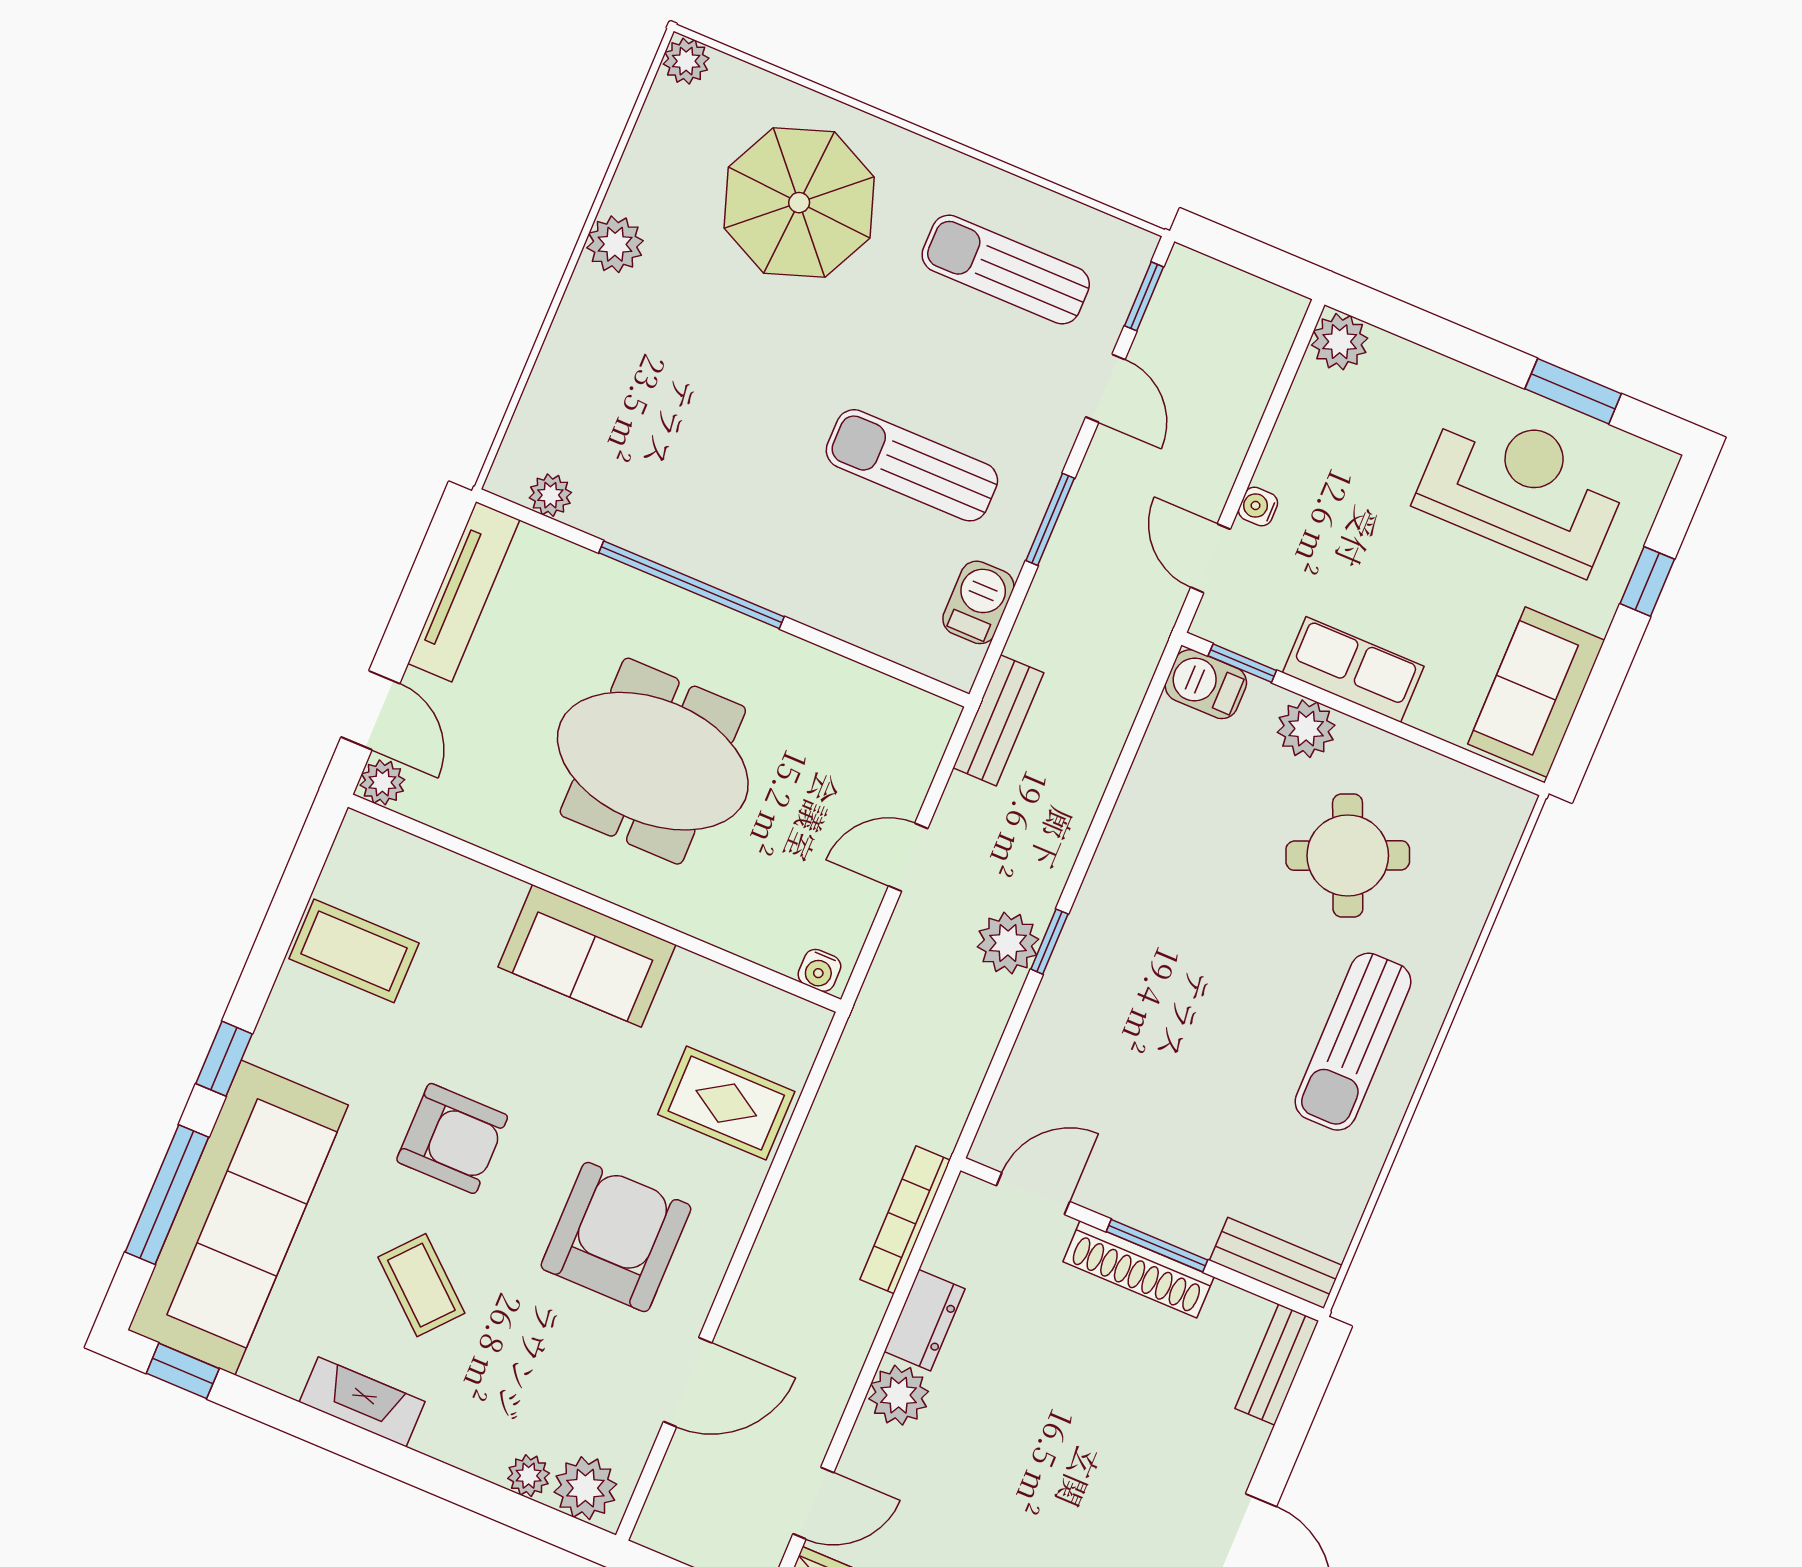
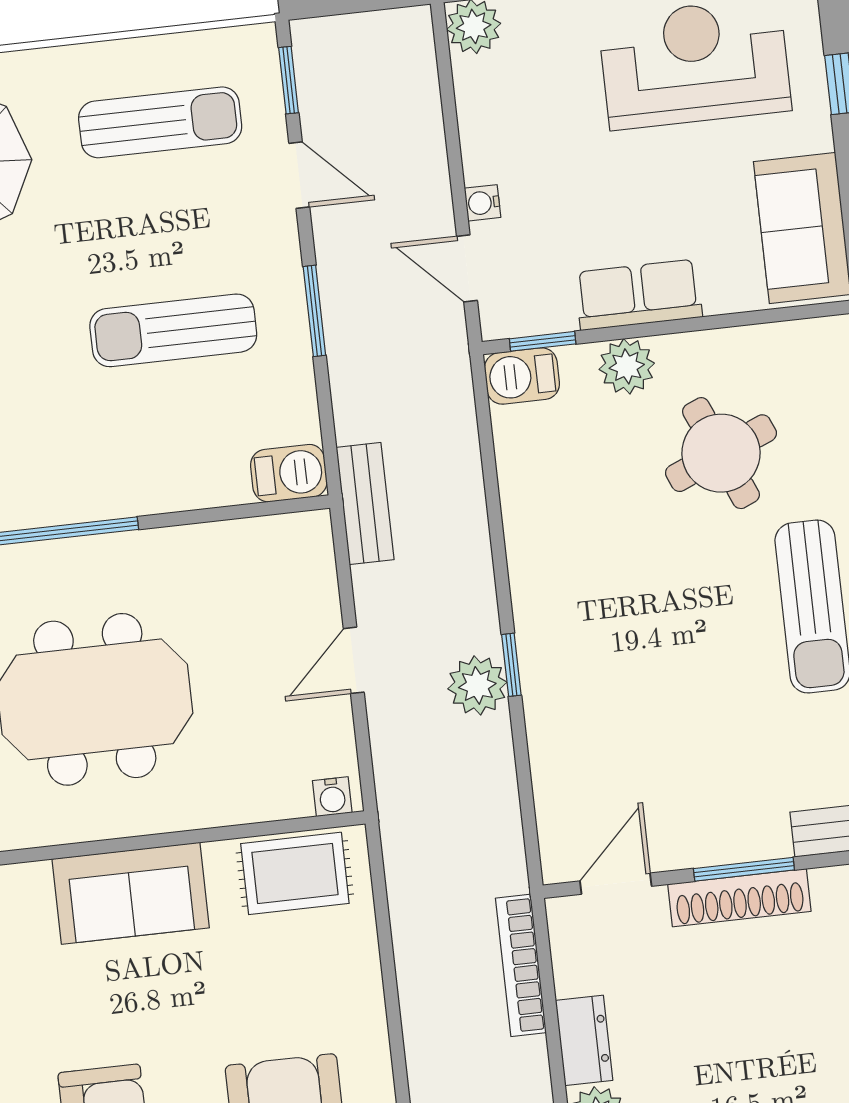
sun lounger: (1006, 270) -> (160, 122), turned 180
barbecue: (978, 602) -> (289, 473), moved, turned 90
rug: (726, 1103) -> (295, 873), moved

